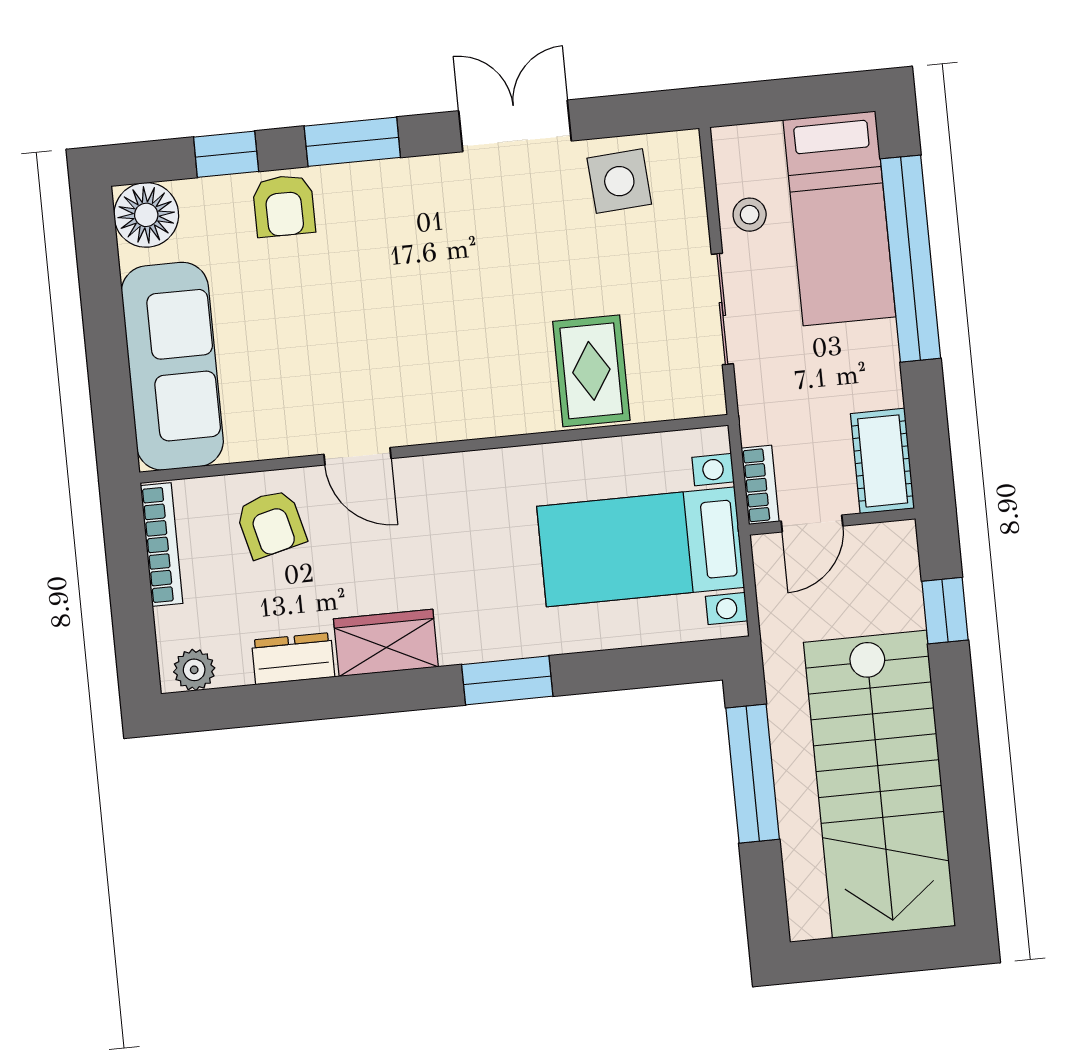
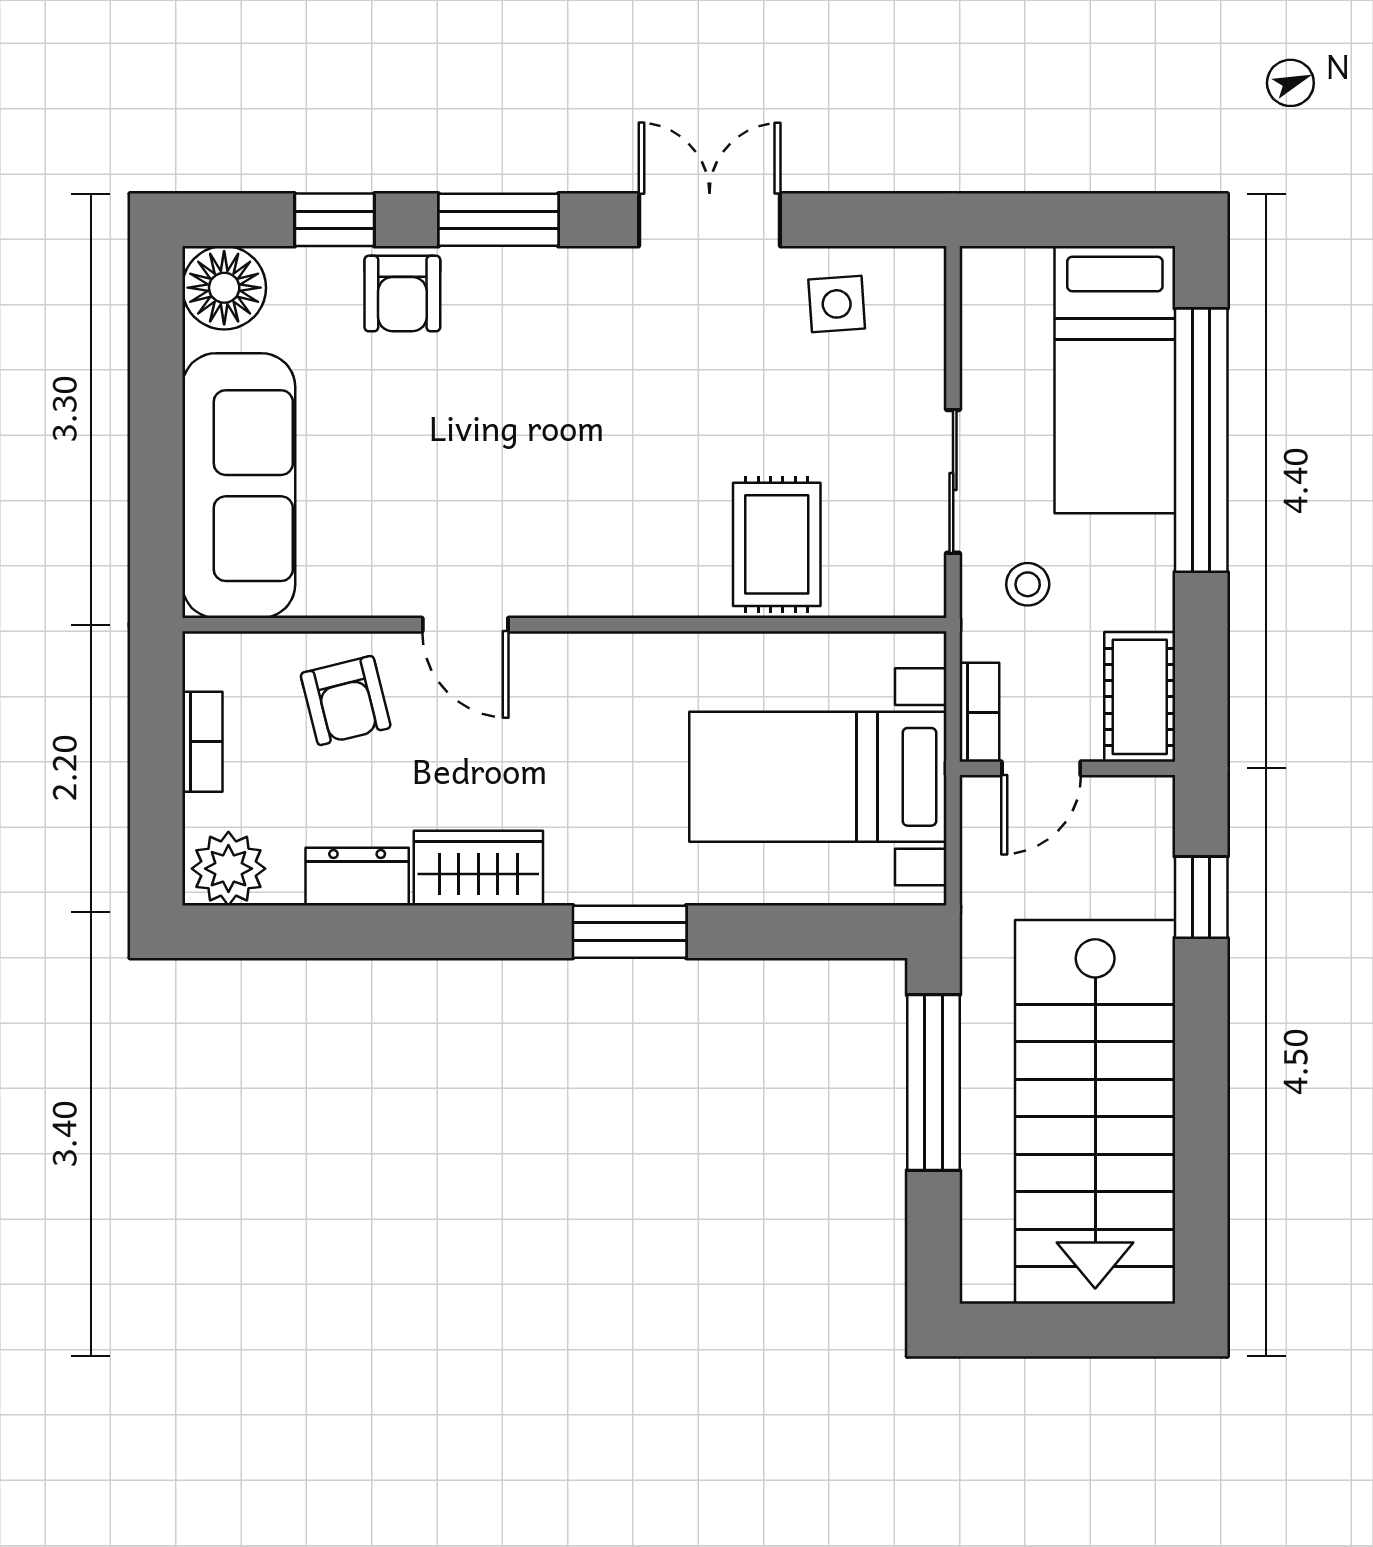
side table: (619, 181) -> (837, 304), width x0.73, depth x0.73
stool: (750, 215) -> (1028, 584), moved
bookcase: (162, 545) -> (202, 742), width x0.64
plant: (194, 670) -> (228, 869), width x1.38, depth x1.38

